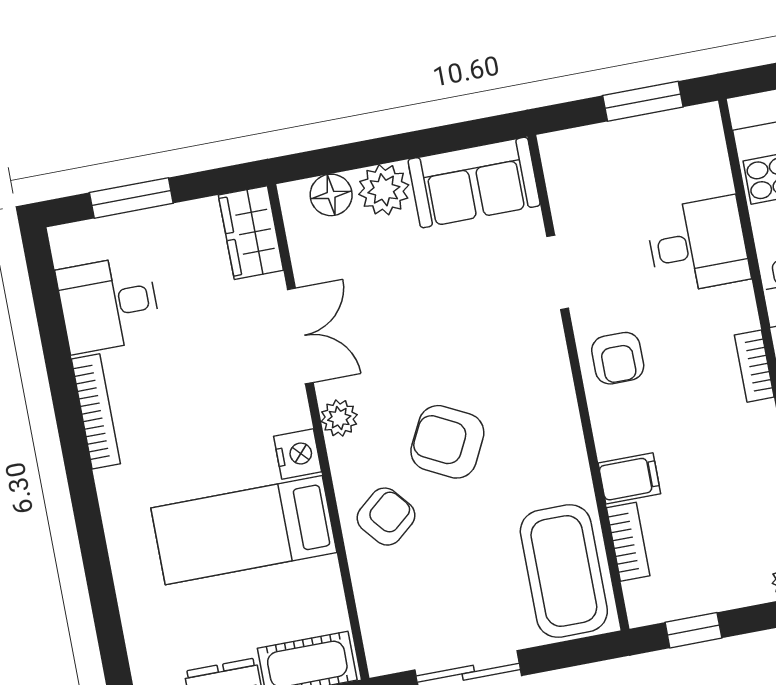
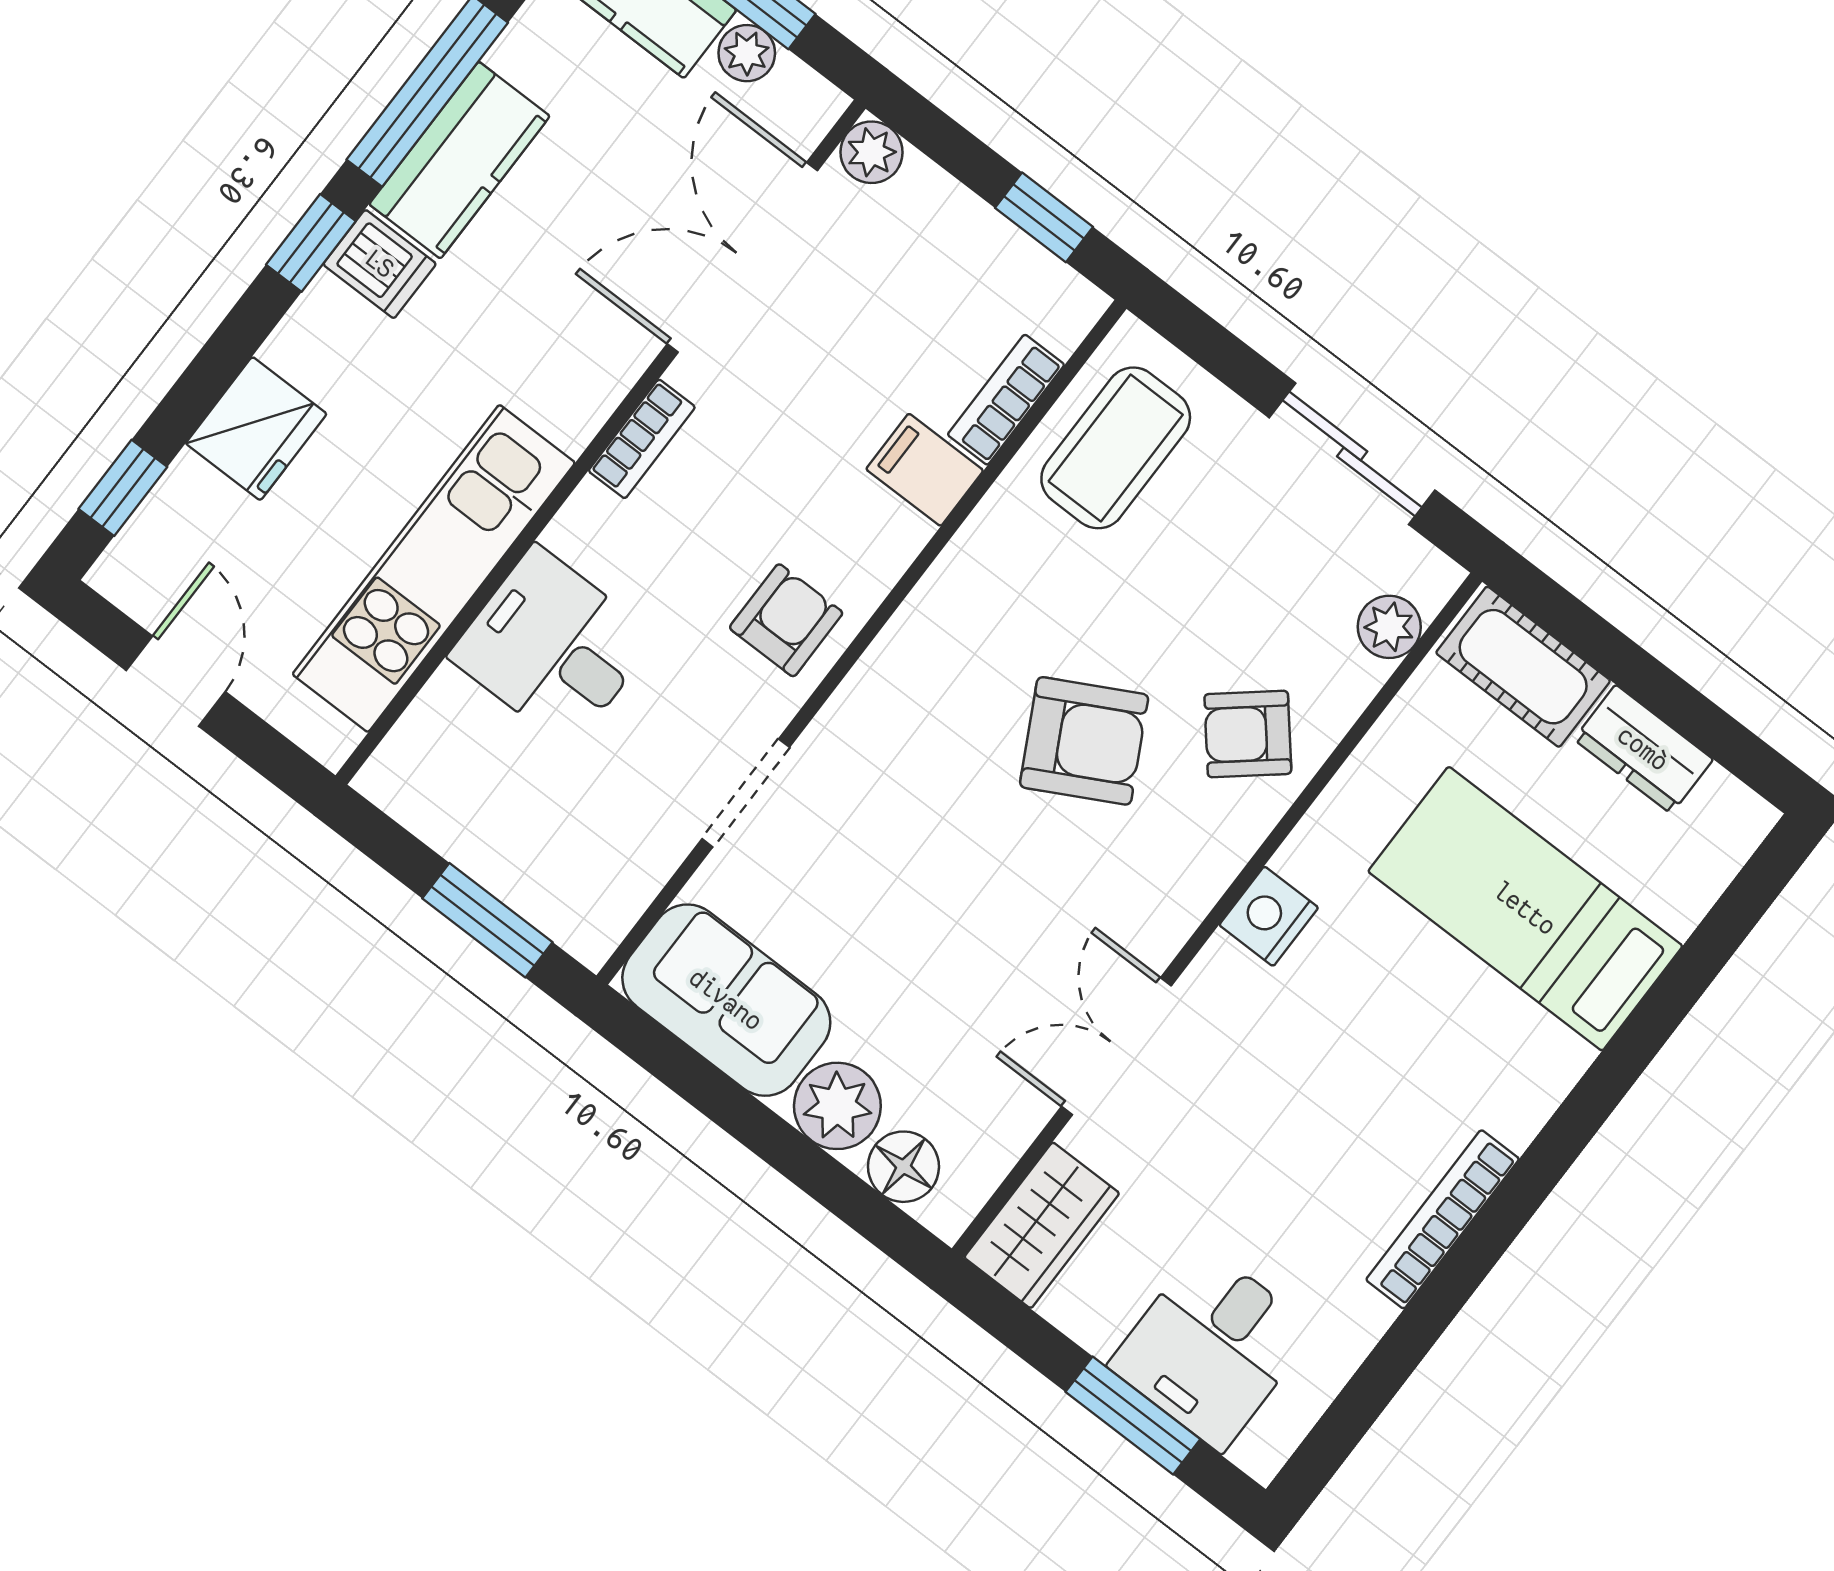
window: (643, 101) -> (487, 920), moved
desk: (109, 304) -> (1212, 1348), moved, turned 90
plant: (339, 418) -> (1389, 627), moved
armchair: (447, 442) -> (1084, 741), turned -55
bed: (244, 530) -> (1525, 909), moved, turned 180
coffee table: (564, 571) -> (1116, 448), width x0.73, depth x0.76

